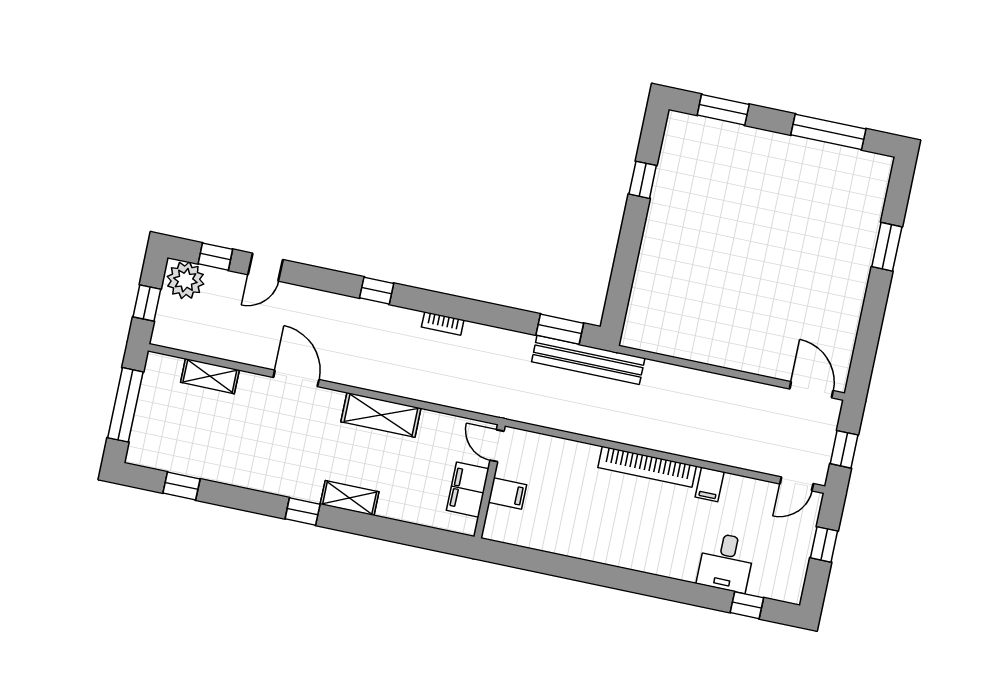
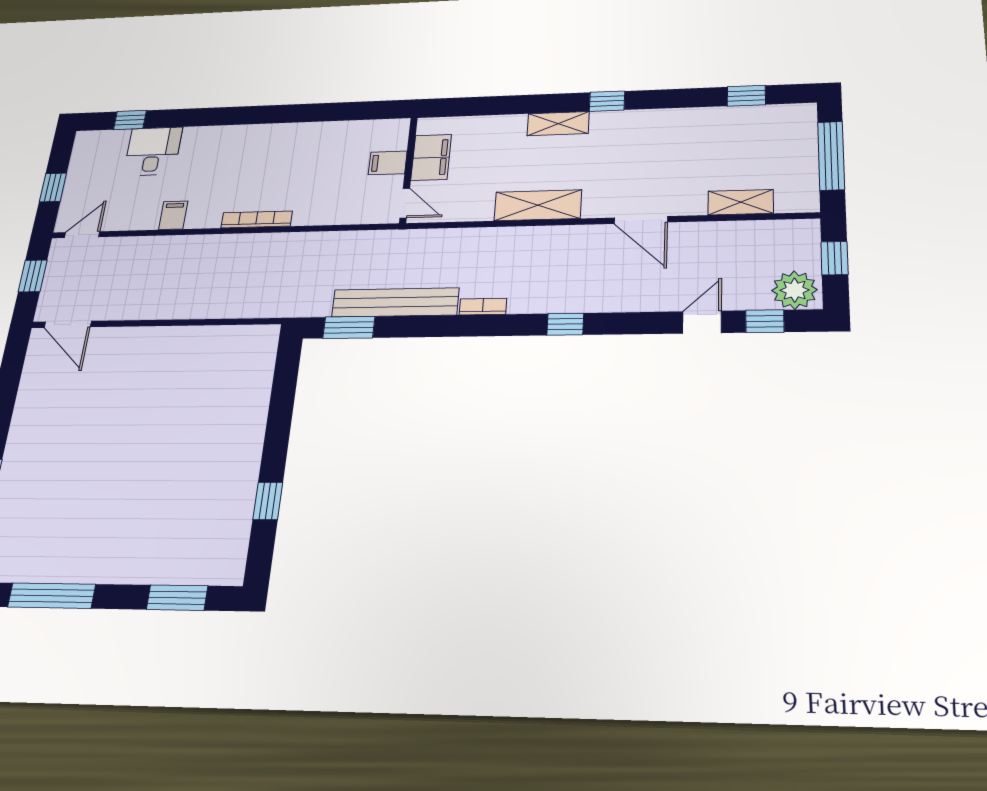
bench: (588, 360) -> (395, 302), moved
bookcase: (647, 467) -> (257, 219), width x0.68, depth x0.76

